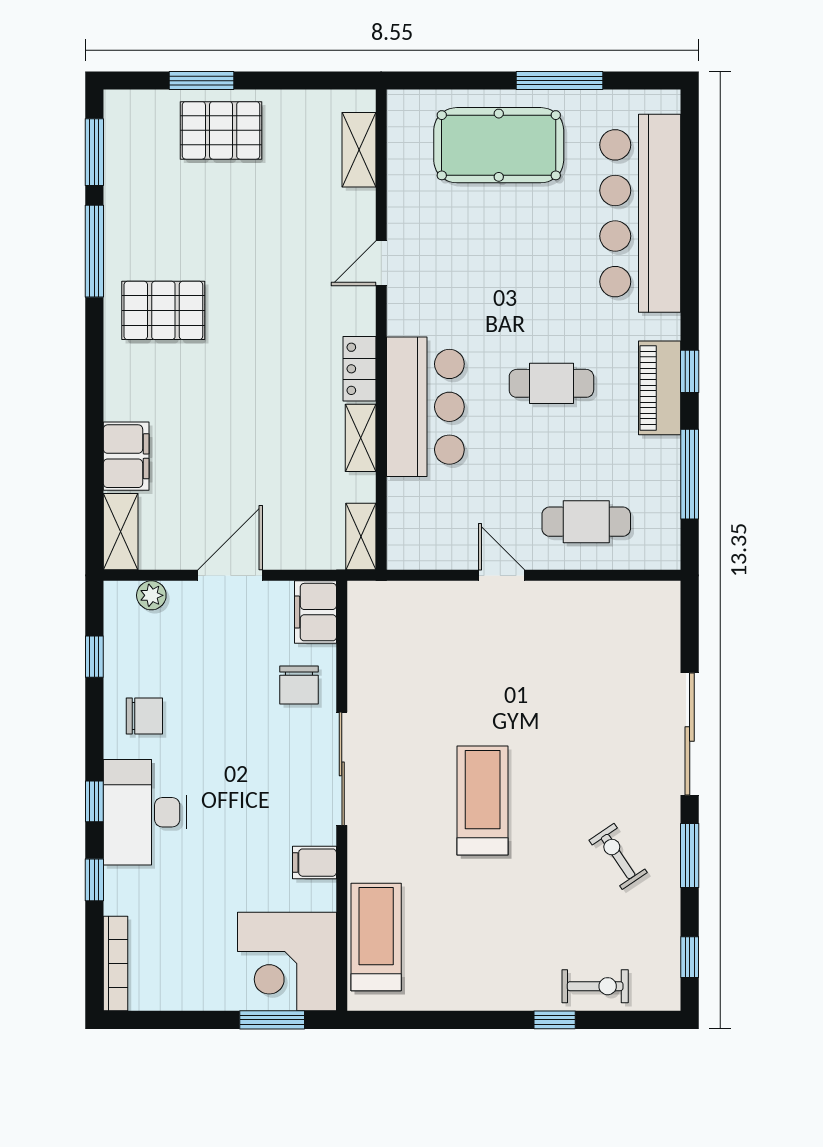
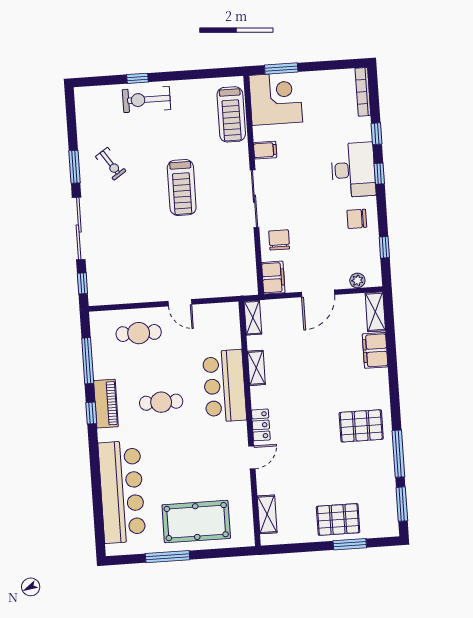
locker: (359, 369) -> (261, 425), moved
window: (690, 957) -> (82, 283), moved
exercise bike: (595, 986) -> (146, 100), moved, width x1.38, depth x1.39

